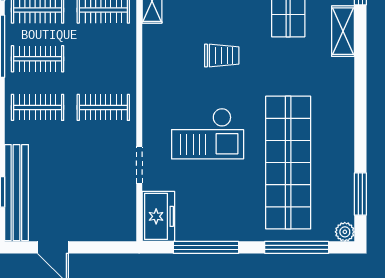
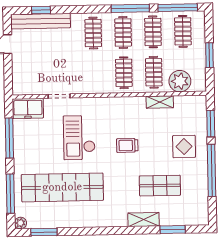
trolley: (222, 55) -> (127, 145), turned 90
clothes rail: (103, 107) -> (124, 73), moved

